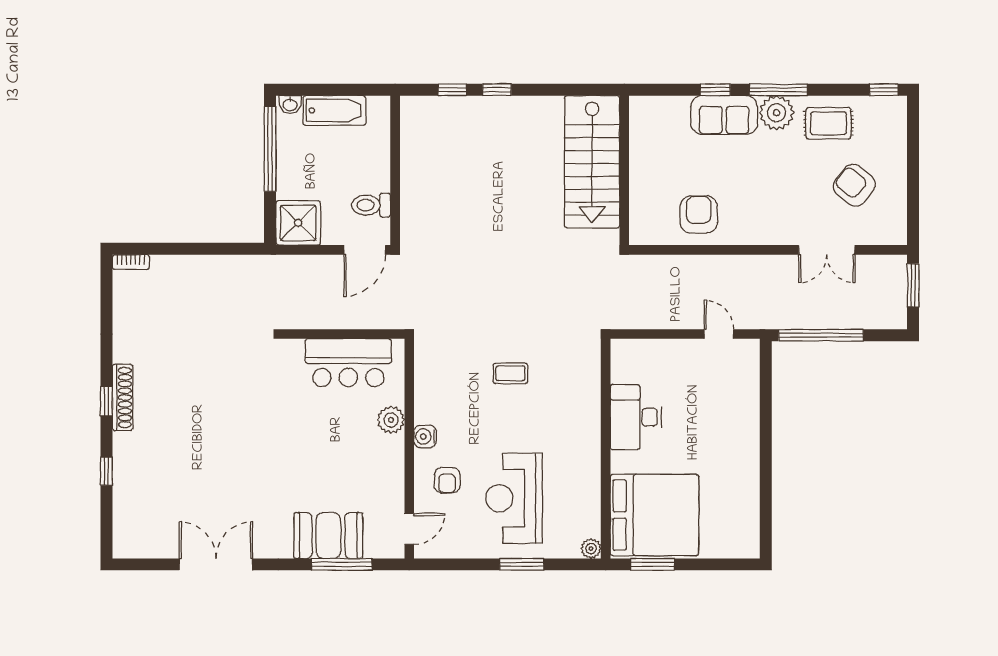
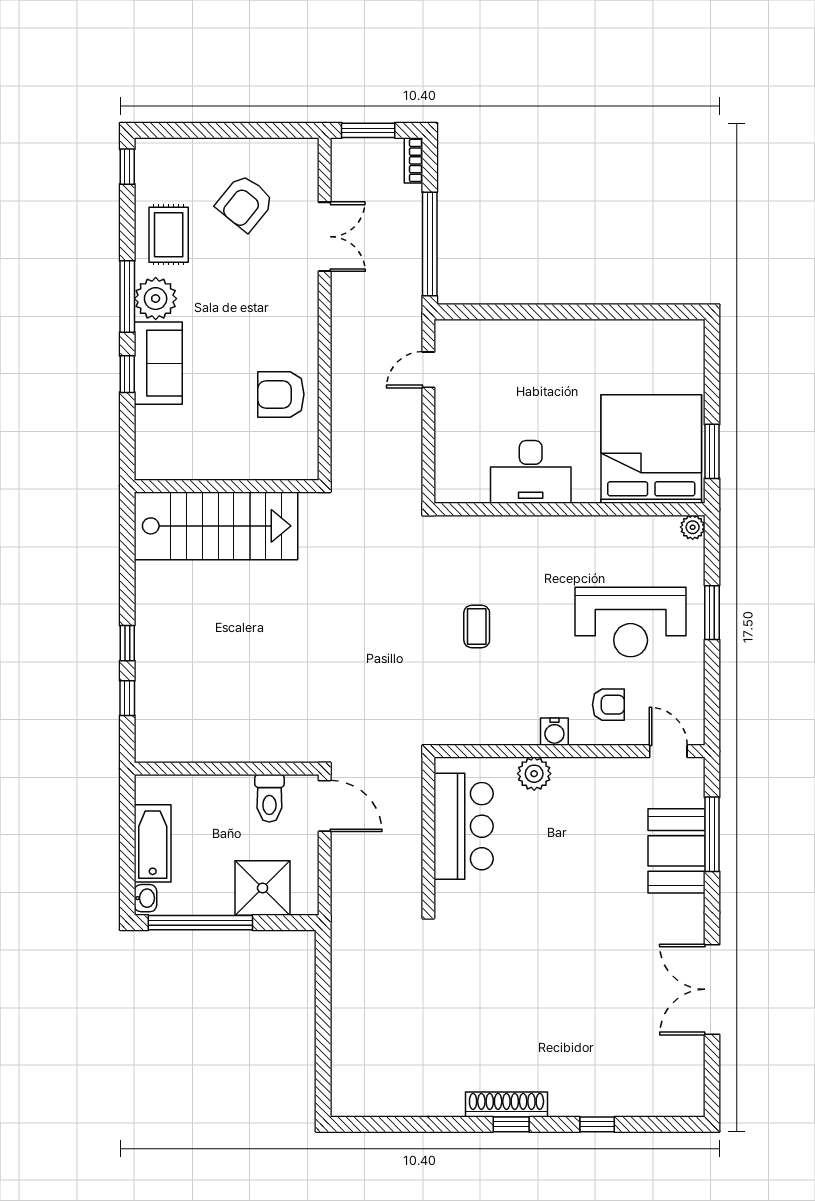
shower: (298, 223) -> (263, 888), moved
bookcase: (131, 262) -> (413, 160), moved, turned 180

